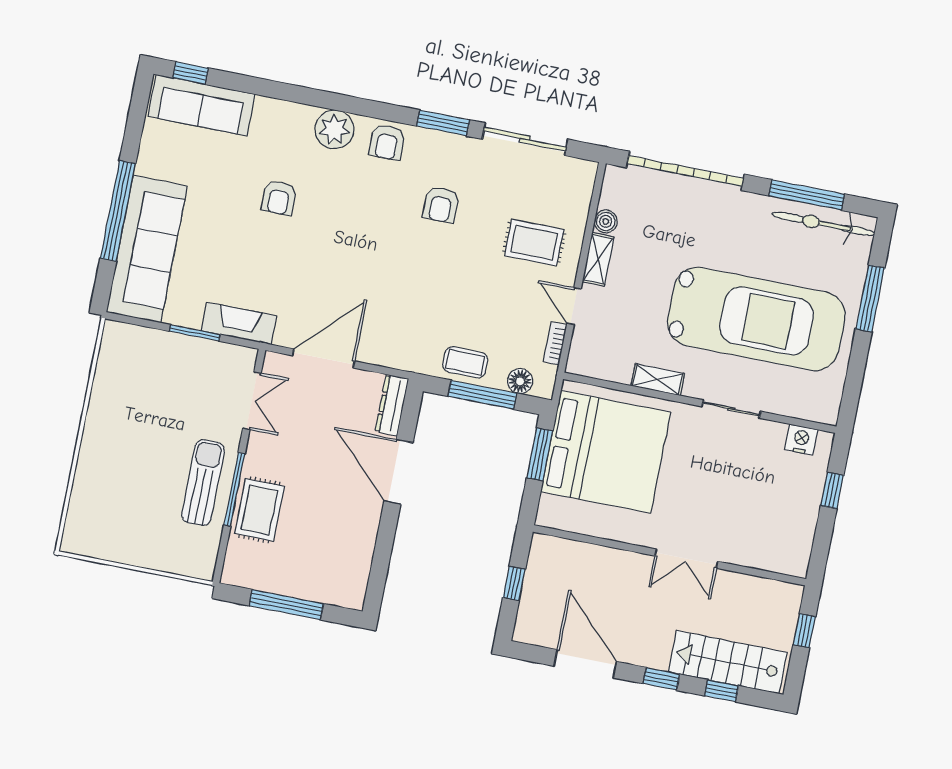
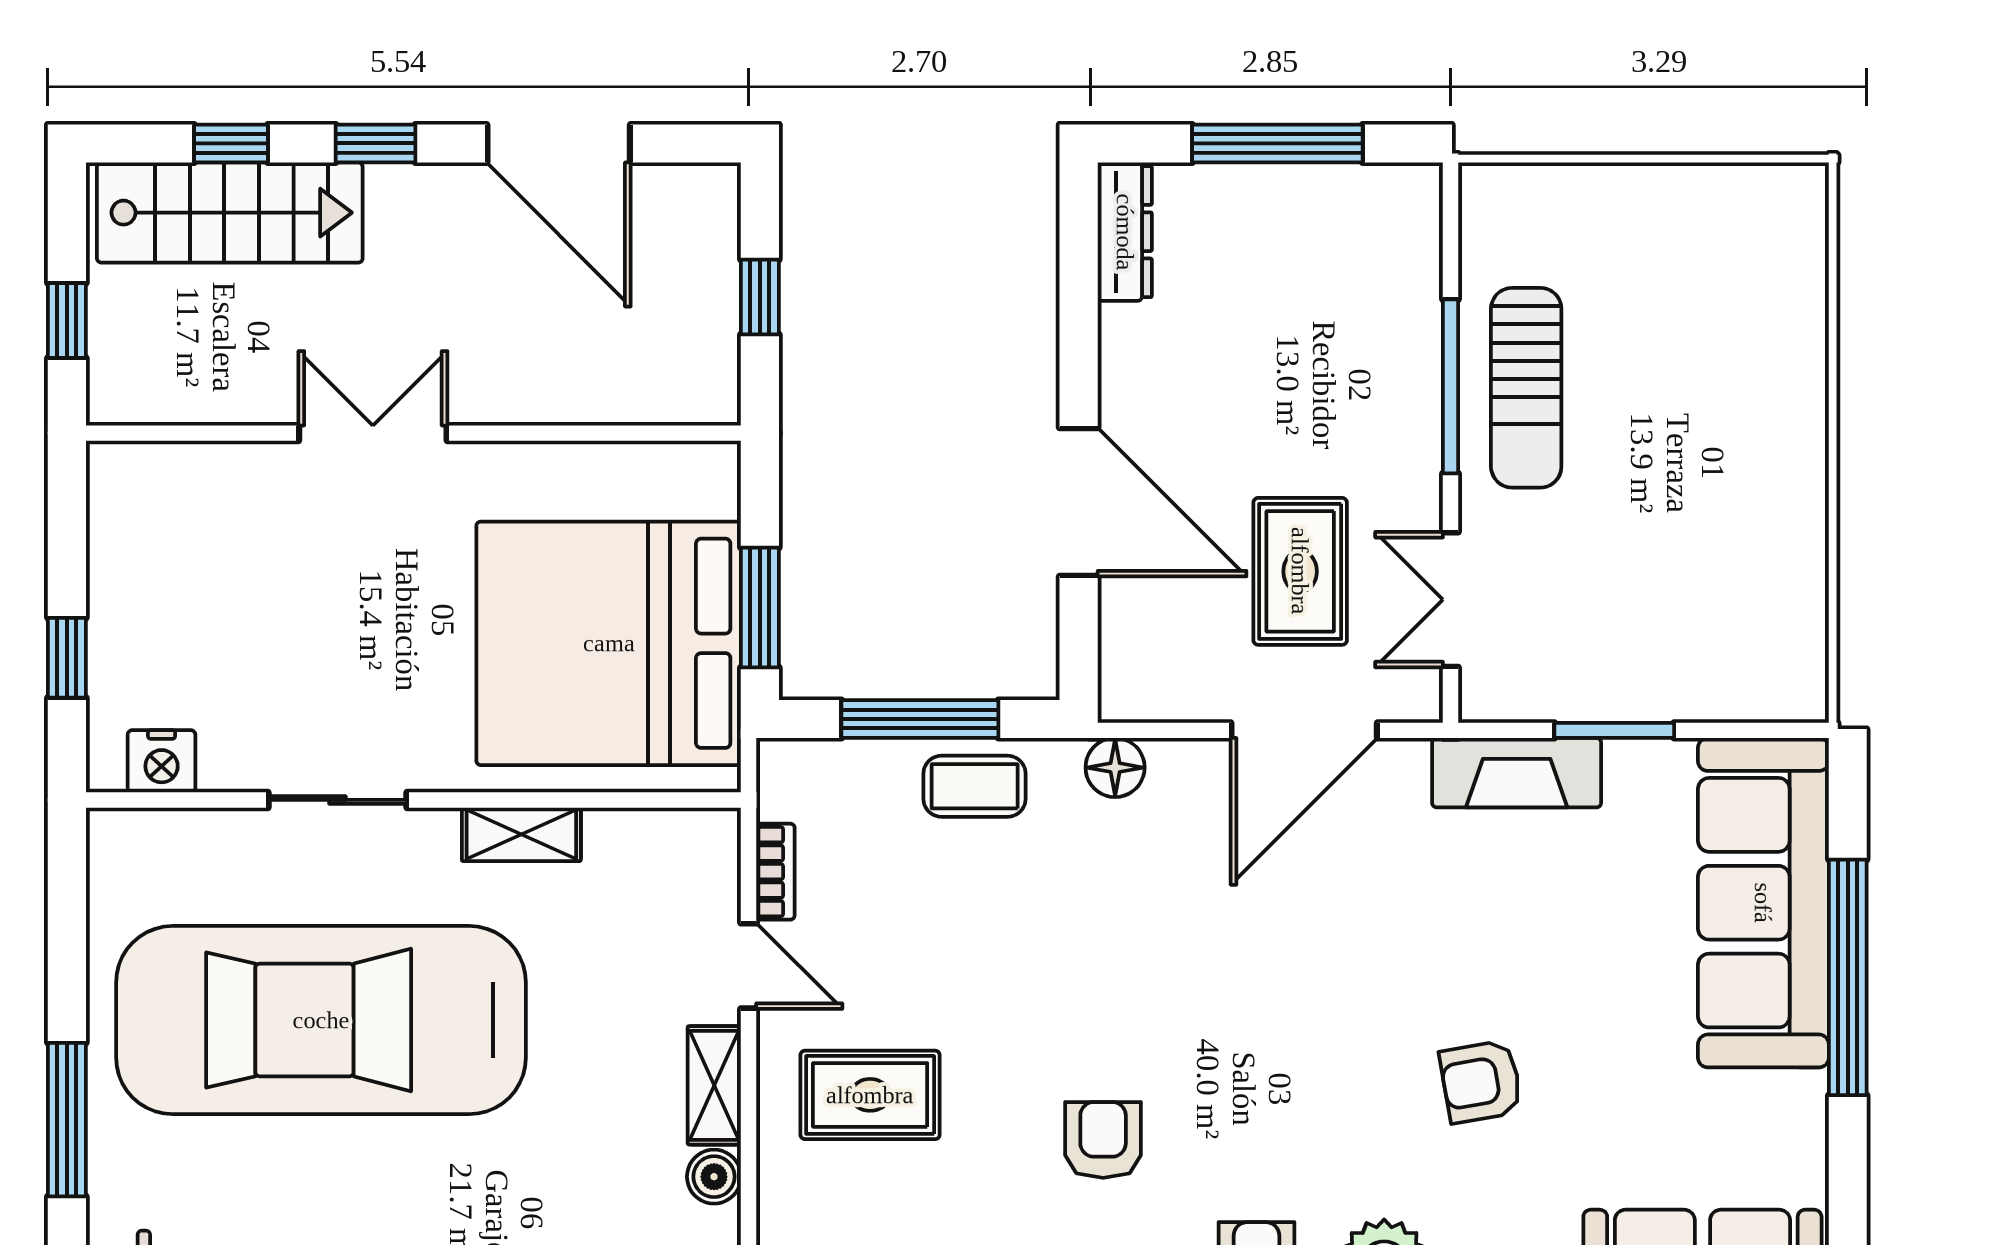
armchair: (279, 198) -> (1481, 1082), turned -100
floor lamp: (520, 381) -> (1115, 768), moved
dresser: (392, 405) -> (1125, 232), moved
rug: (259, 510) -> (1300, 571), moved

